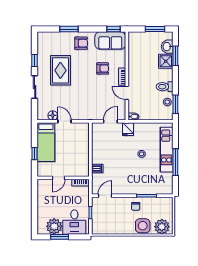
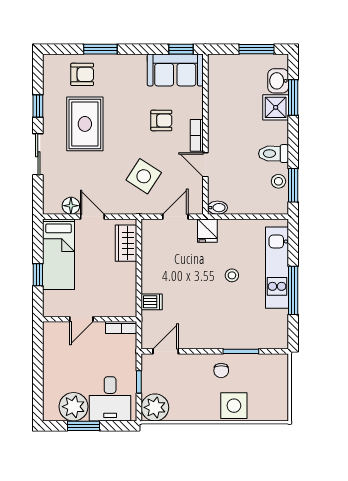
armchair: (81, 43) -> (82, 74), moved
side table: (93, 99) -> (144, 176), added
wardrobe: (83, 136) -> (126, 243), added
plant: (162, 227) -> (155, 407), moved

